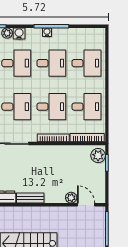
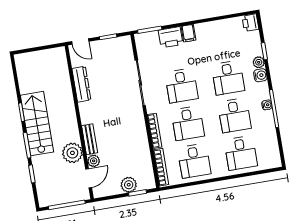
plant: (98, 156) -> (129, 185), moved
bench: (30, 198) -> (90, 139), moved
plant: (61, 216) -> (72, 153), added

